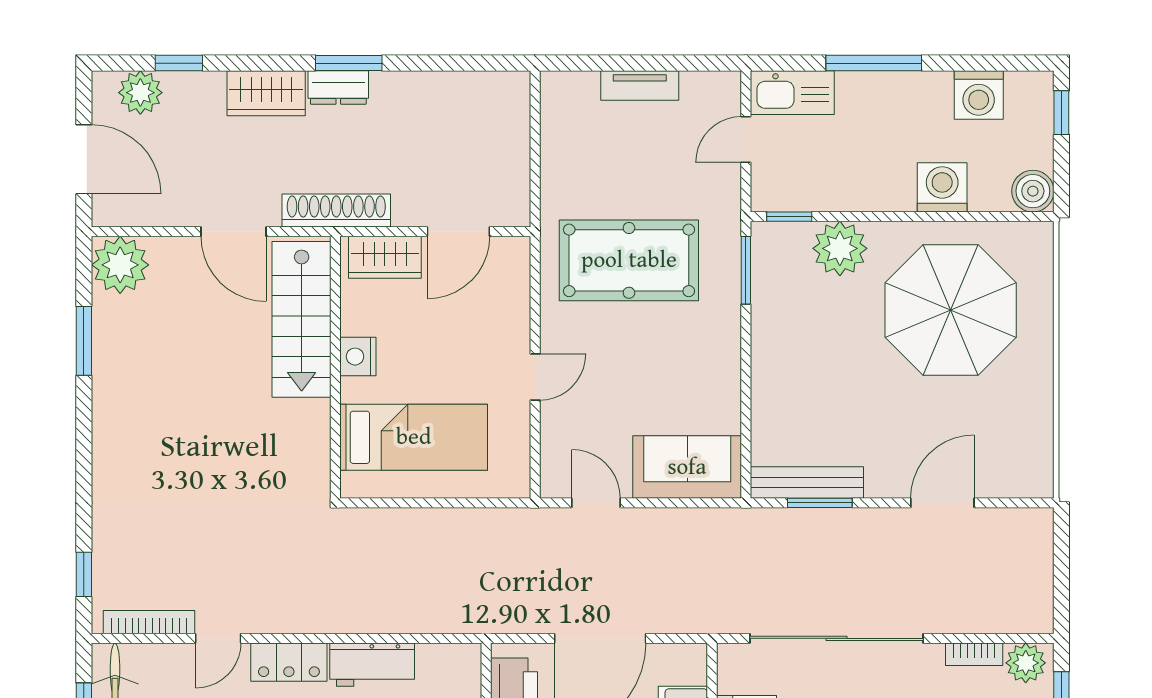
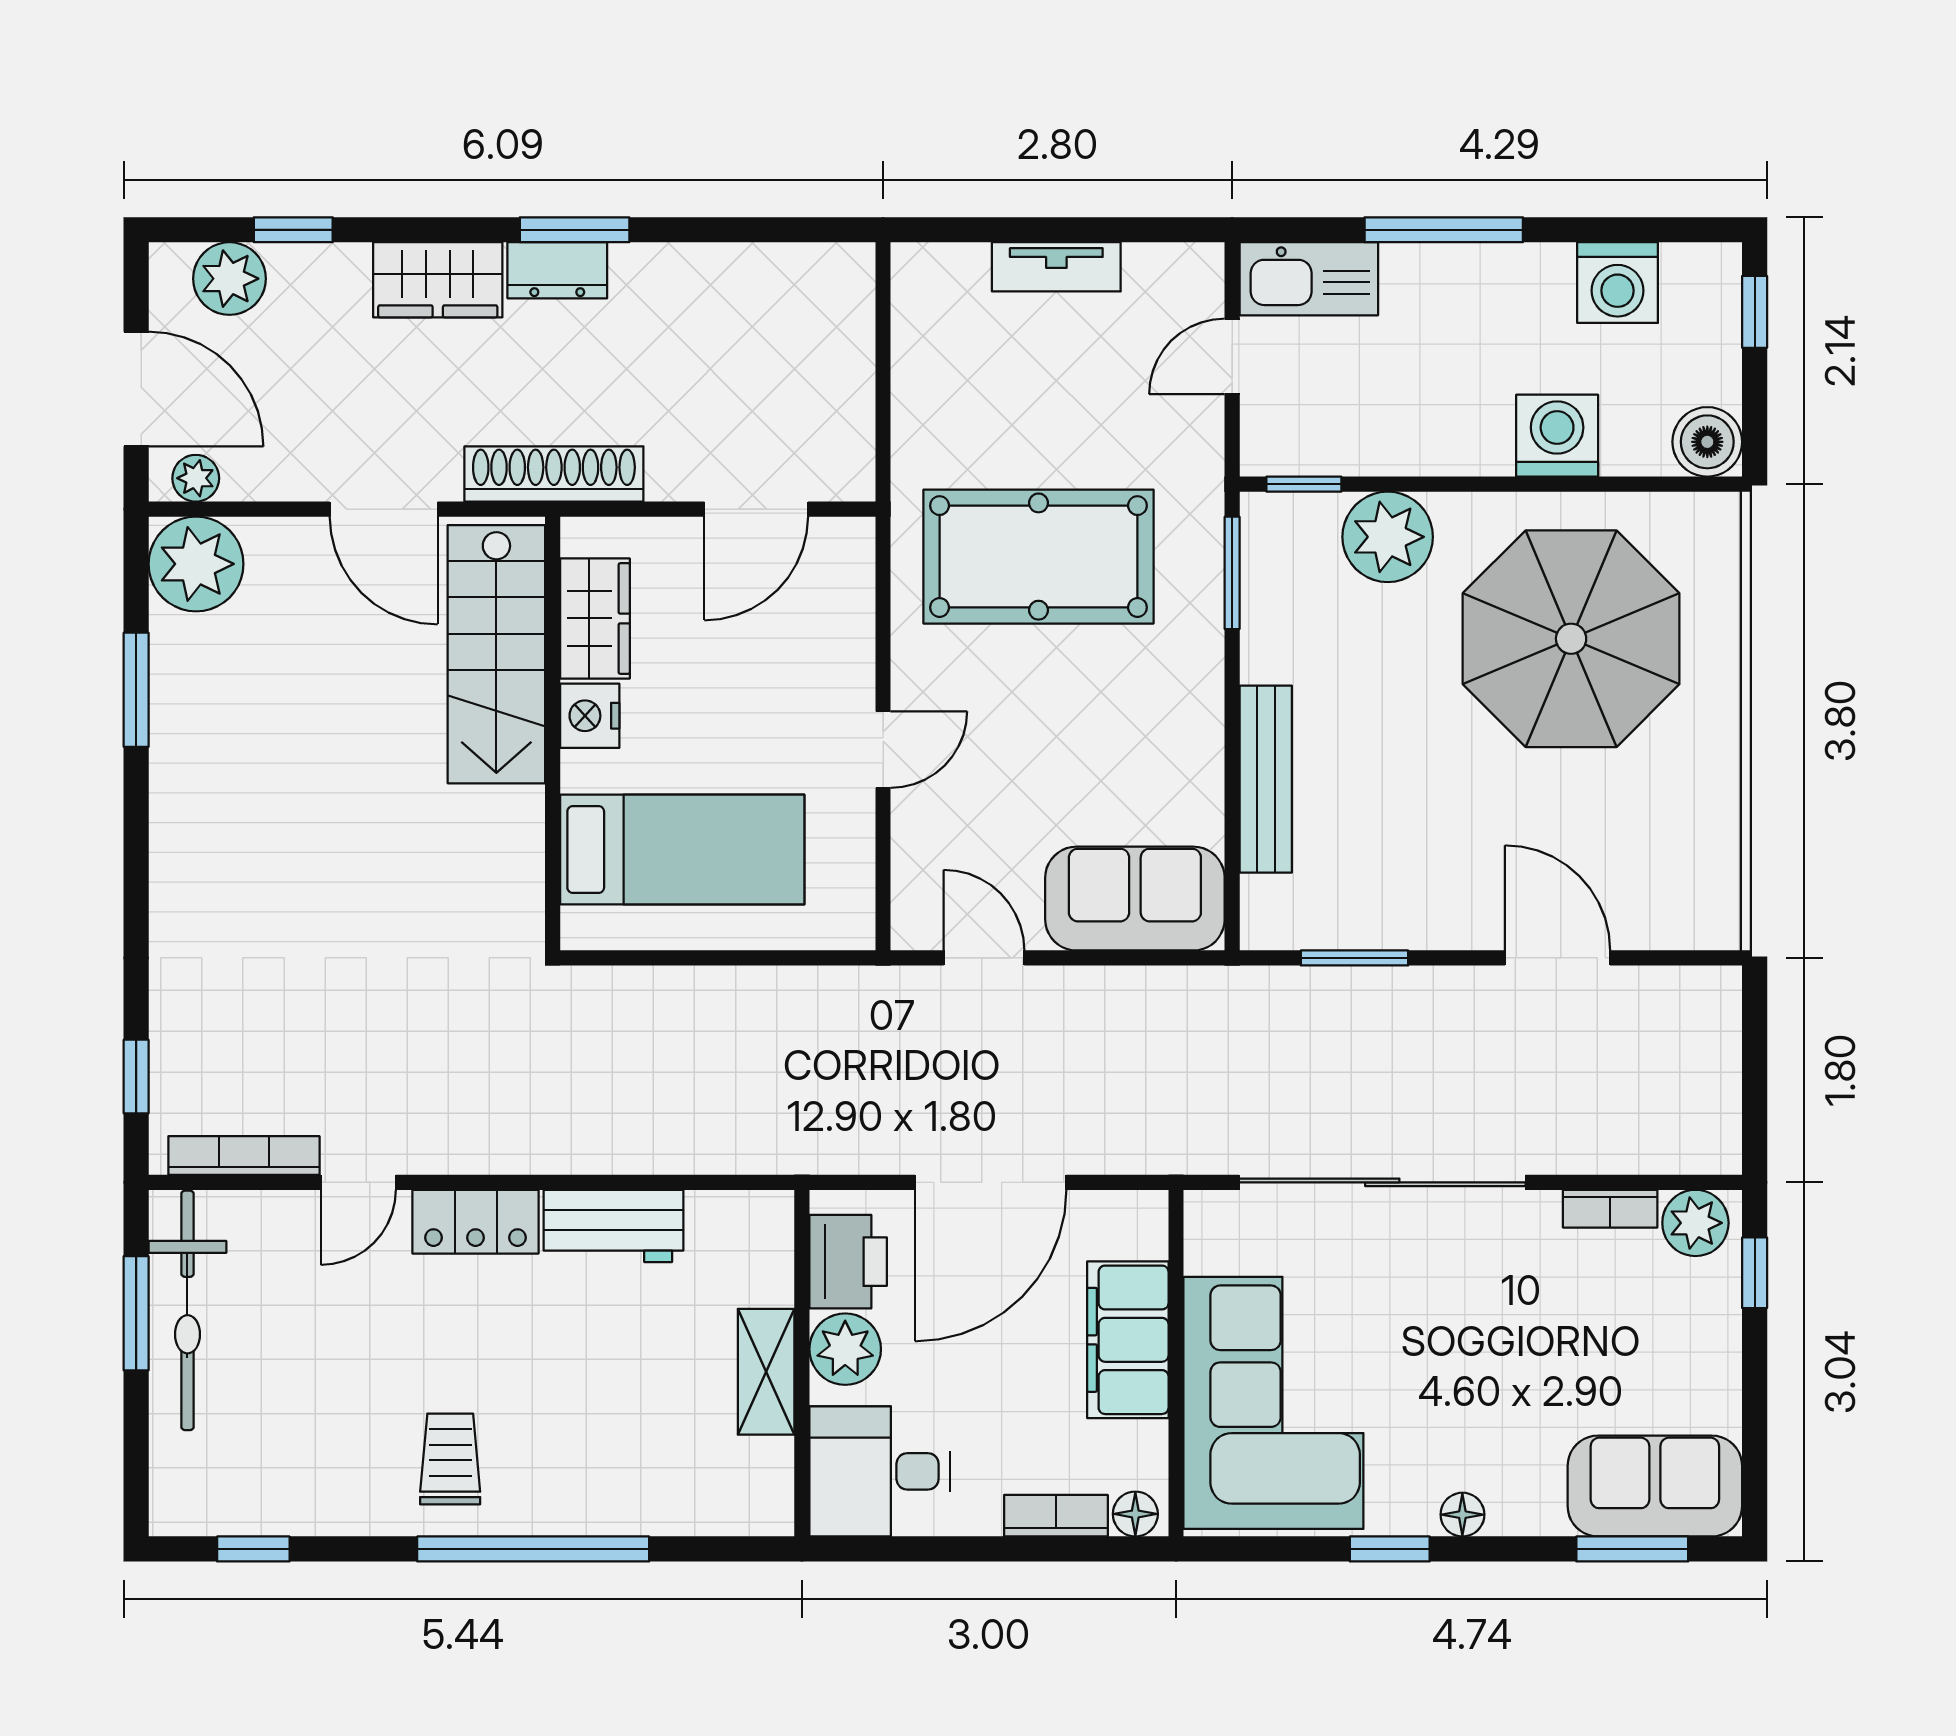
plant: (120, 213) -> (196, 478), added
wardrobe: (385, 257) -> (595, 618), moved, turned -90
bench: (807, 482) -> (1266, 779), moved, turned 90
door: (942, 503) -> (1558, 958), hinge flipped

